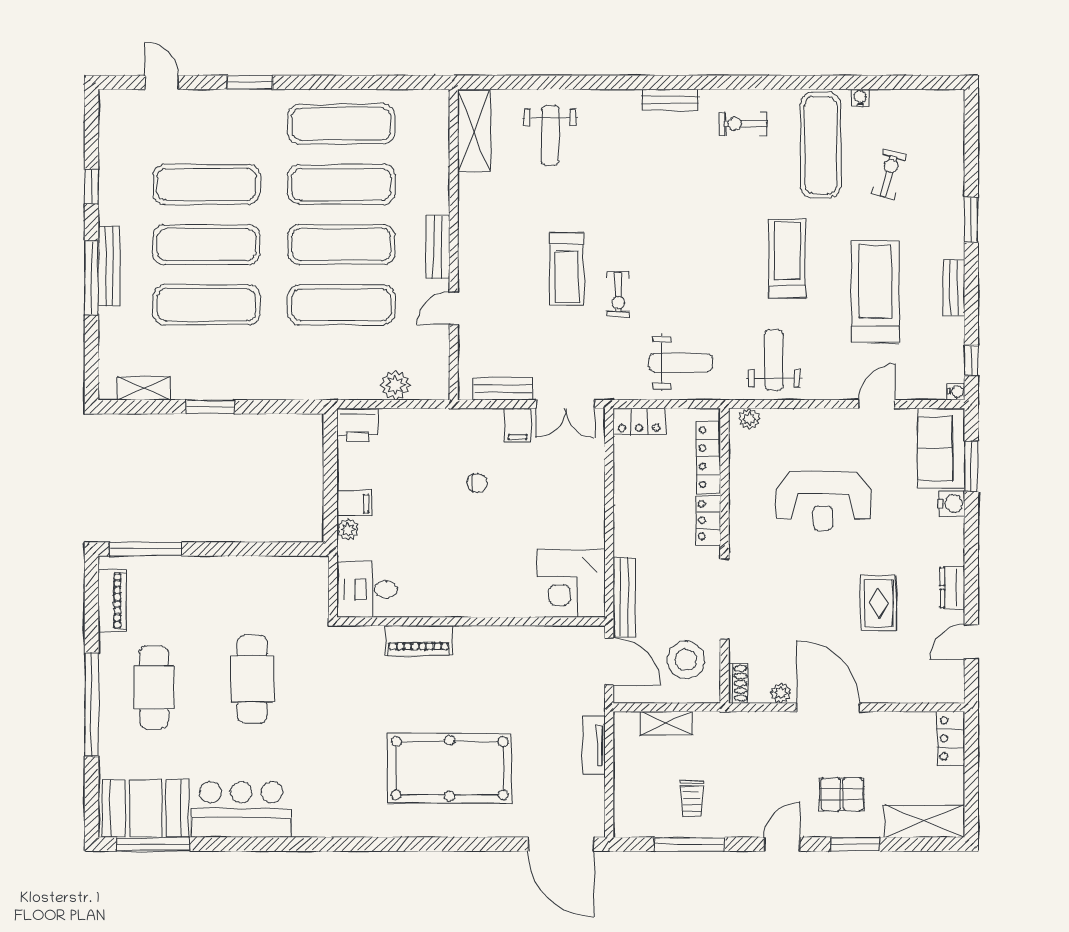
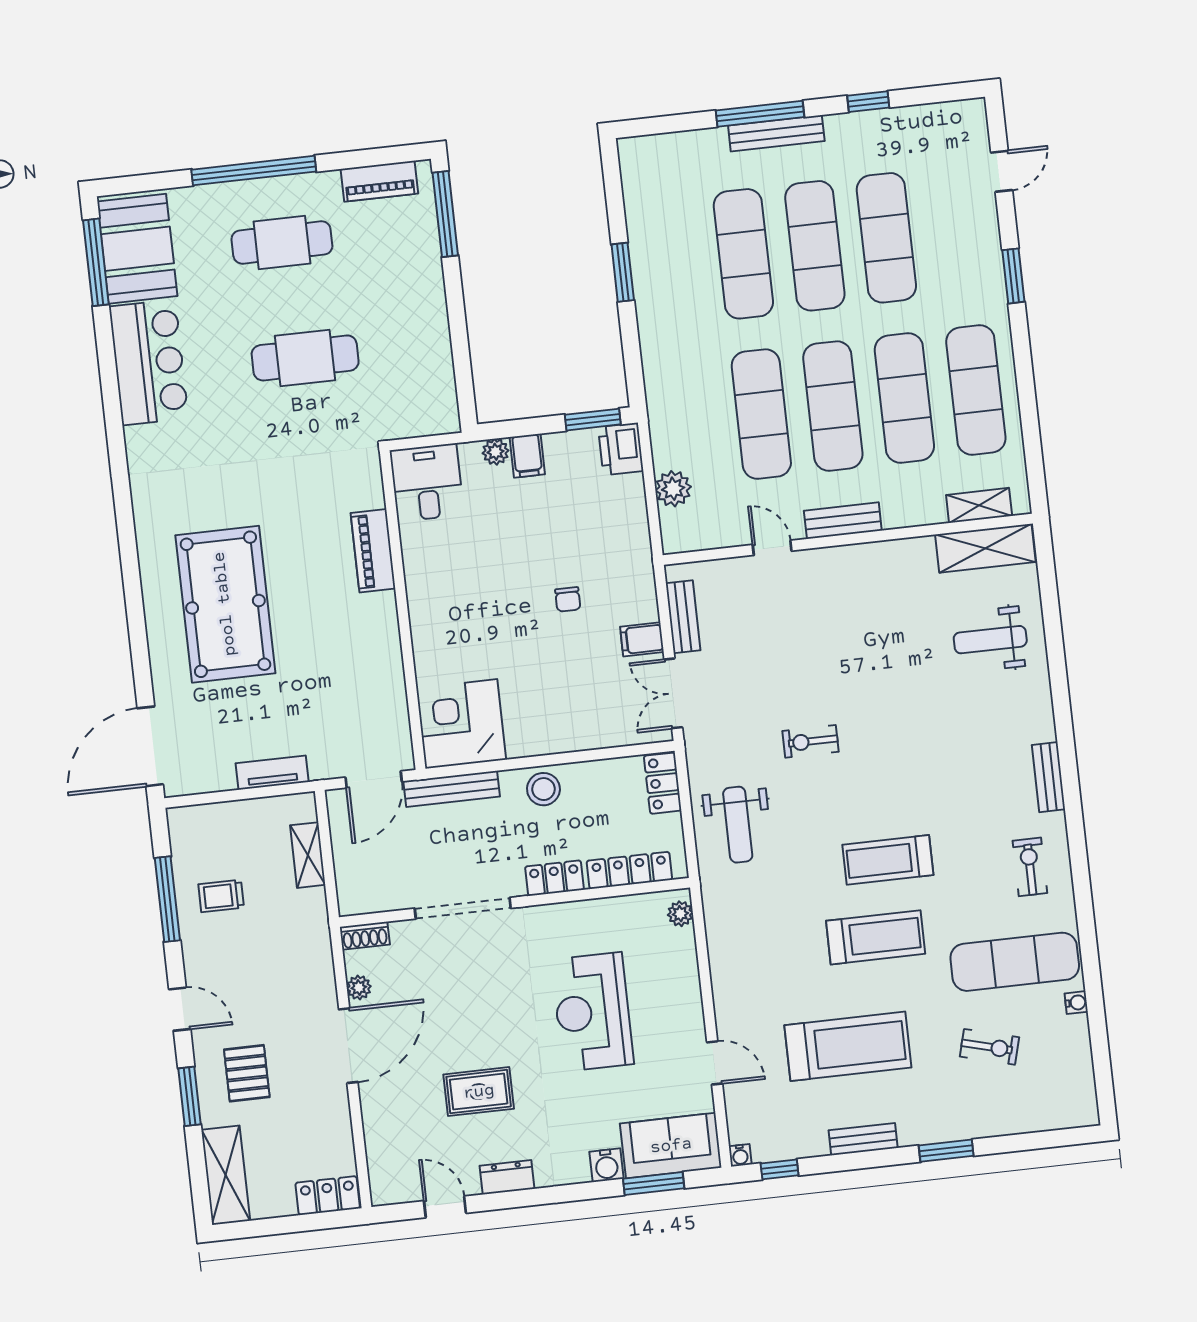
treadmill: (567, 269) -> (888, 860), moved
weight bench: (774, 360) -> (753, 935), removed
shelving: (144, 388) -> (979, 505), moved, turned 90
window: (330, 446) -> (593, 420), added
stool: (686, 660) -> (543, 789), moved, width x0.73, depth x0.73

